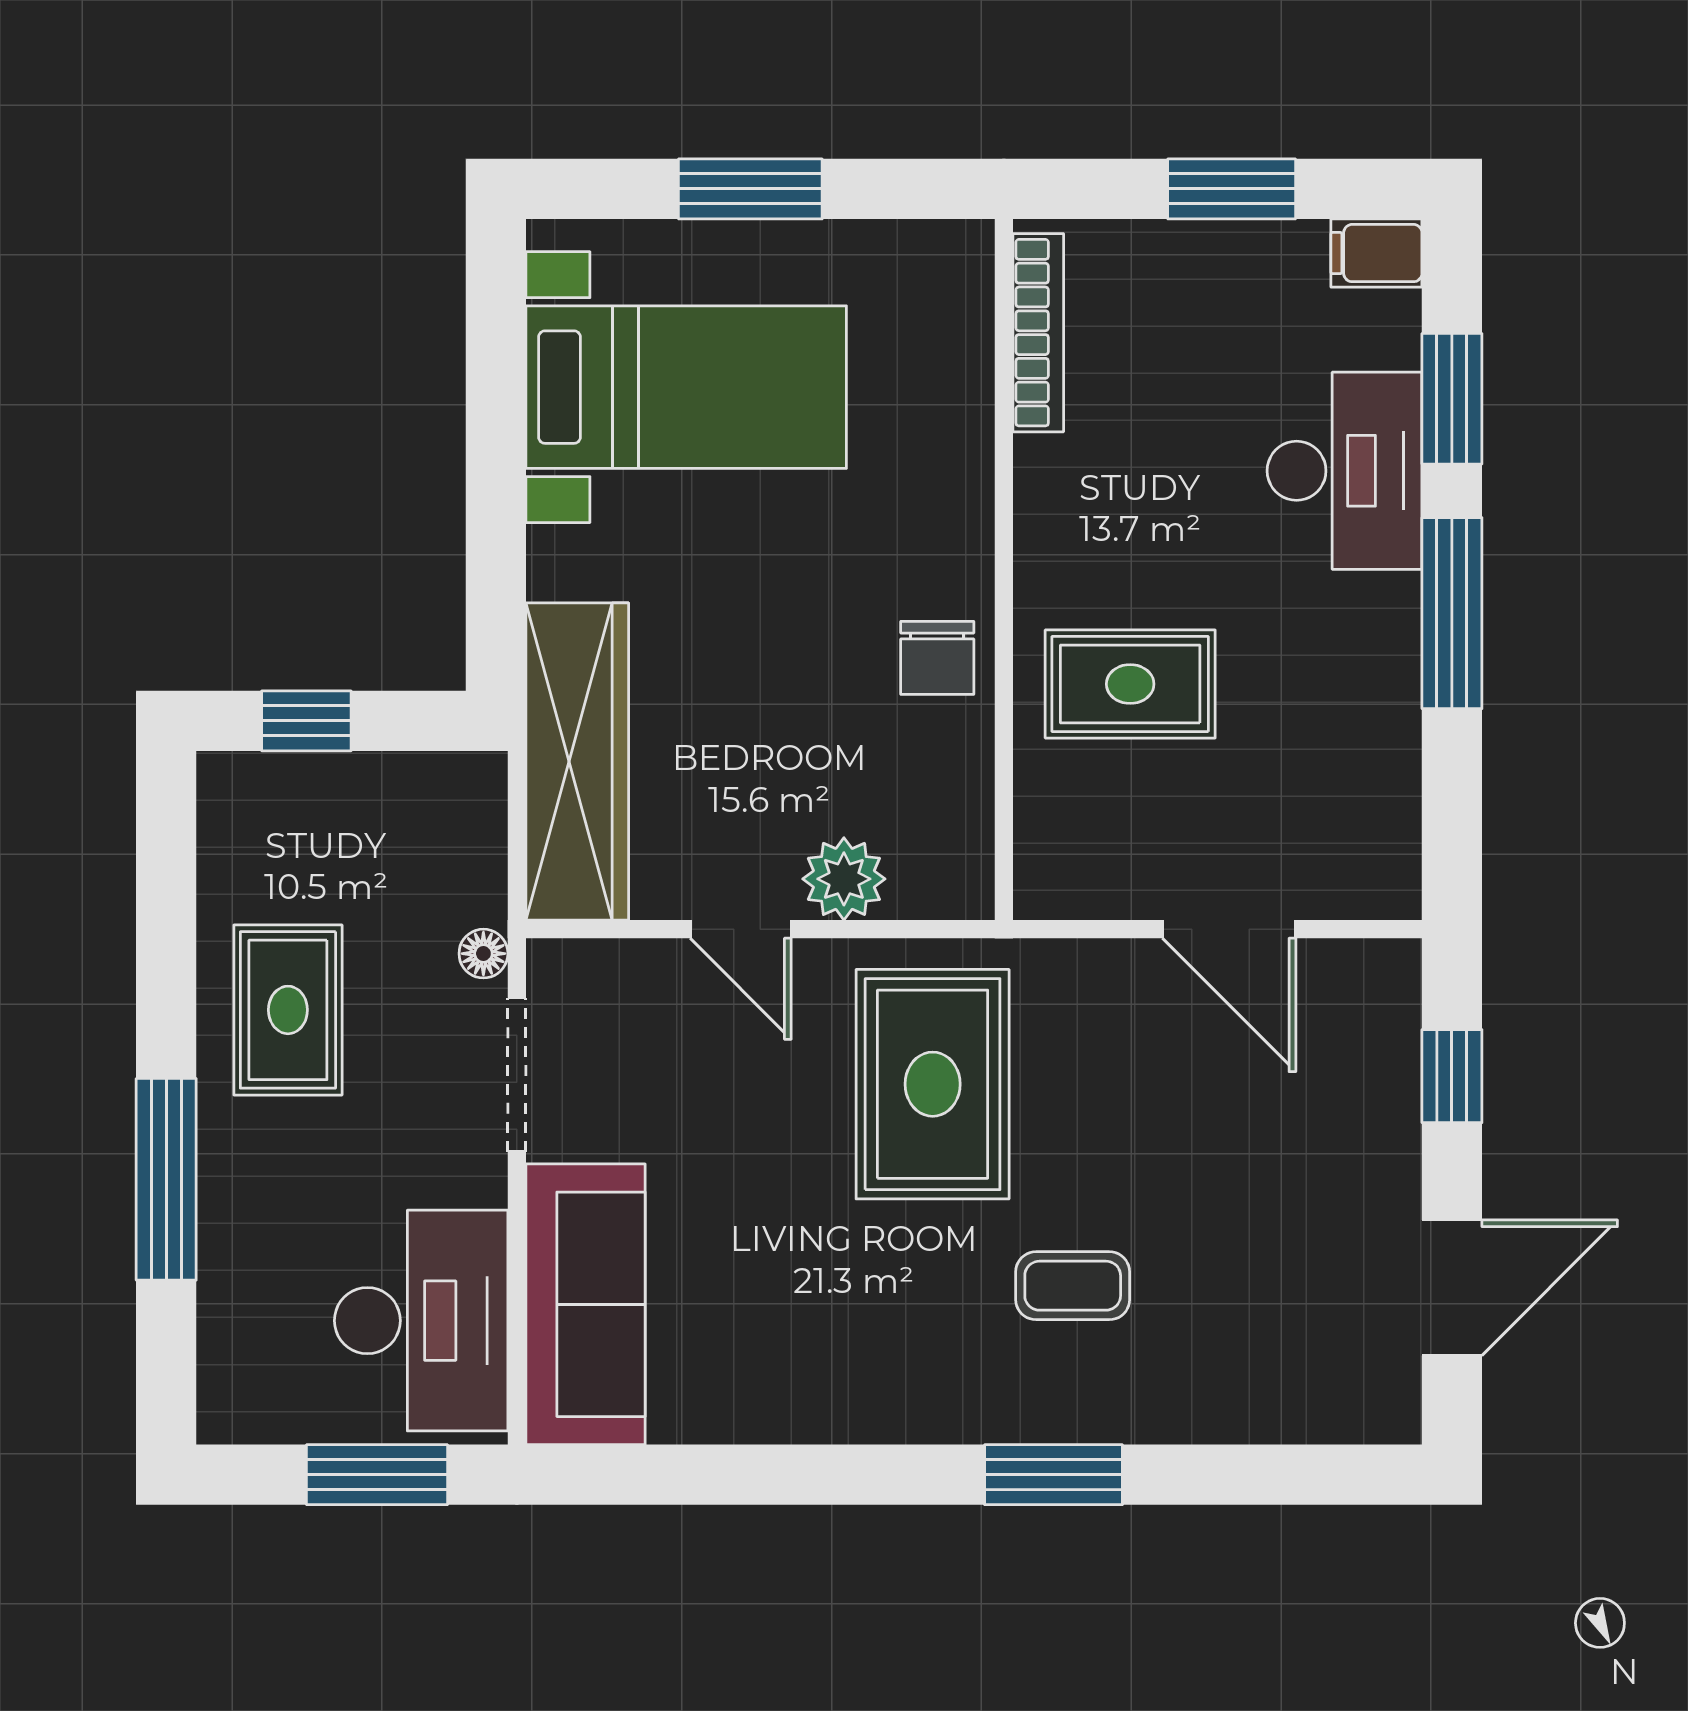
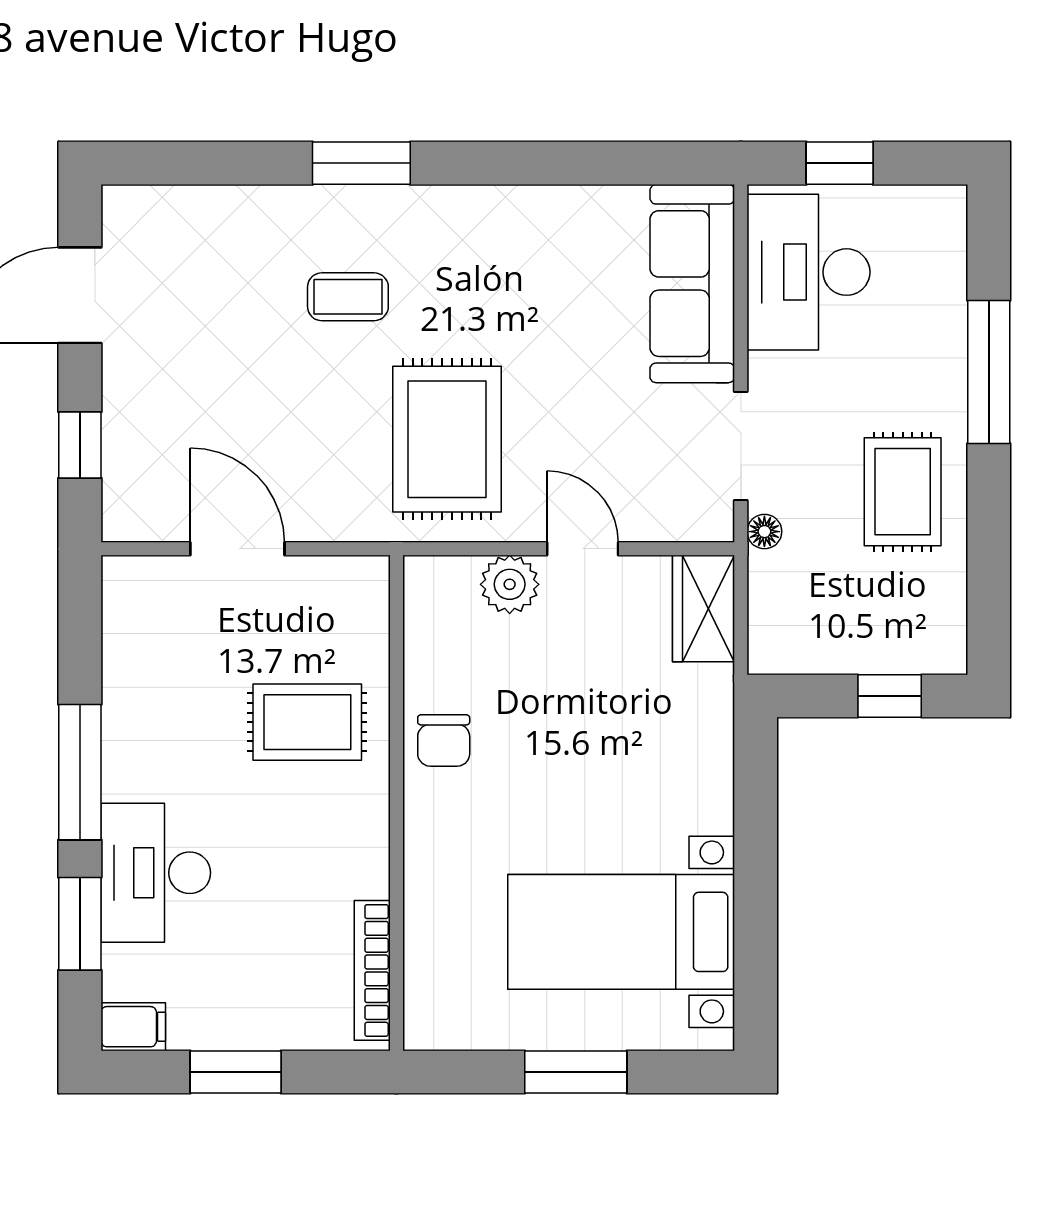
chair: (937, 658) -> (444, 741), turned 180
wardrobe: (577, 762) -> (703, 609), width x0.48, depth x0.85
window: (377, 1475) -> (840, 163), width x0.67

